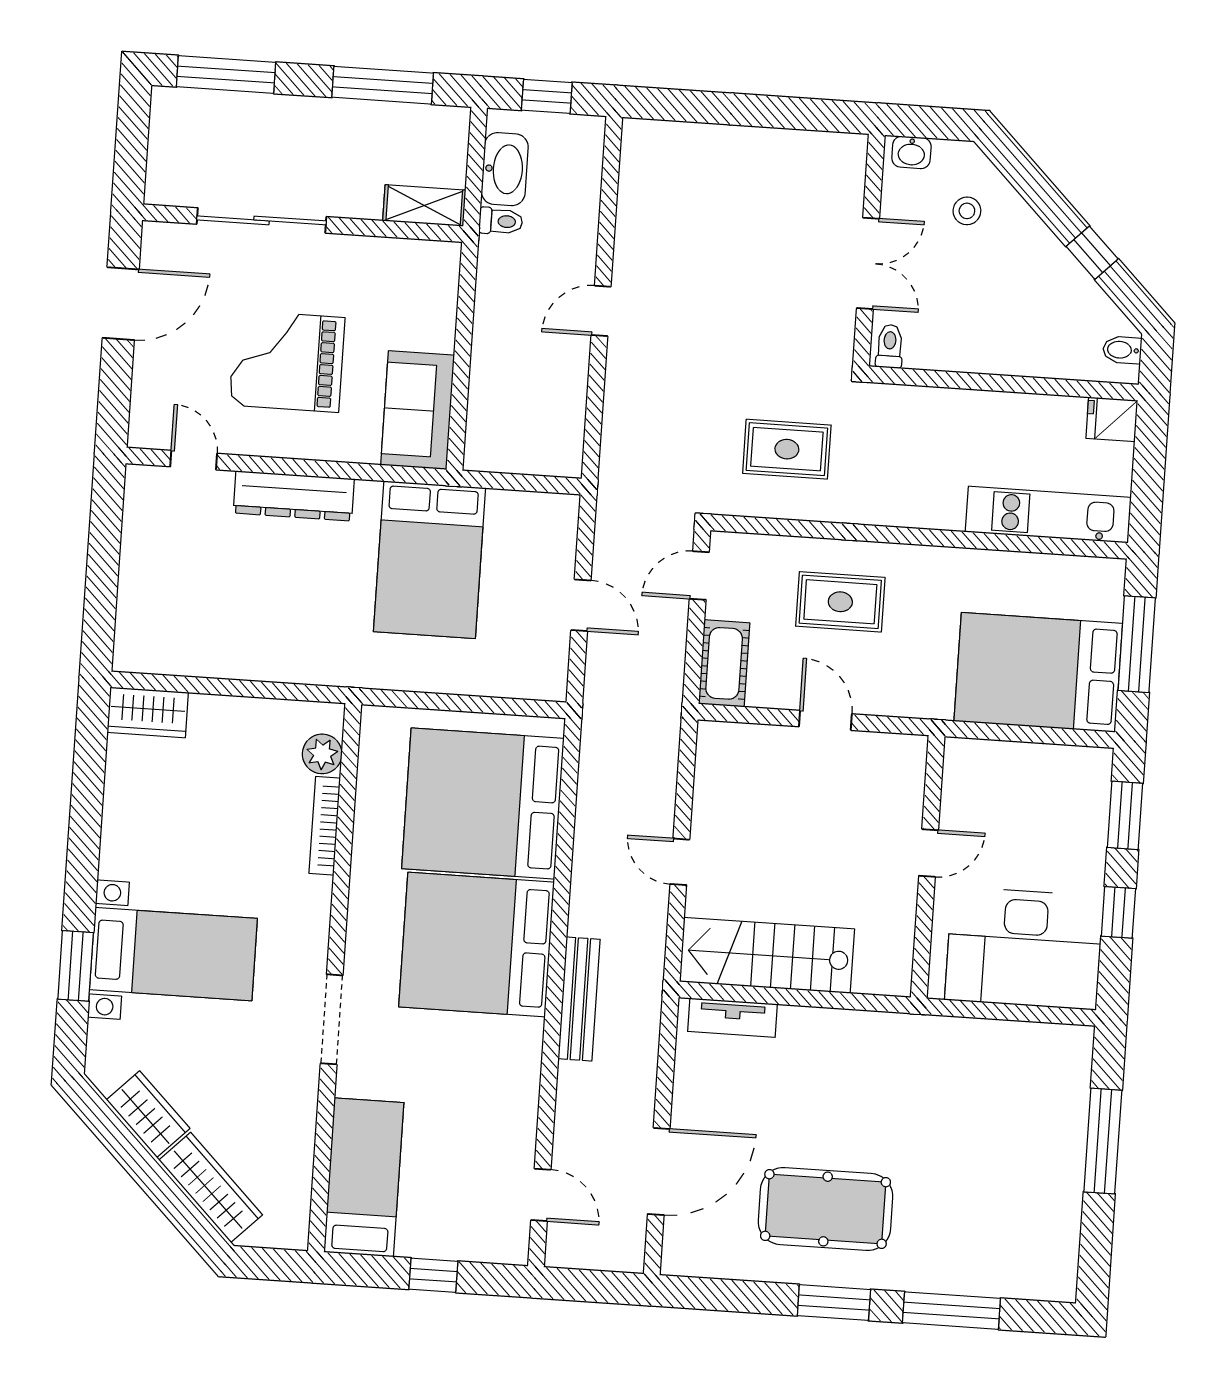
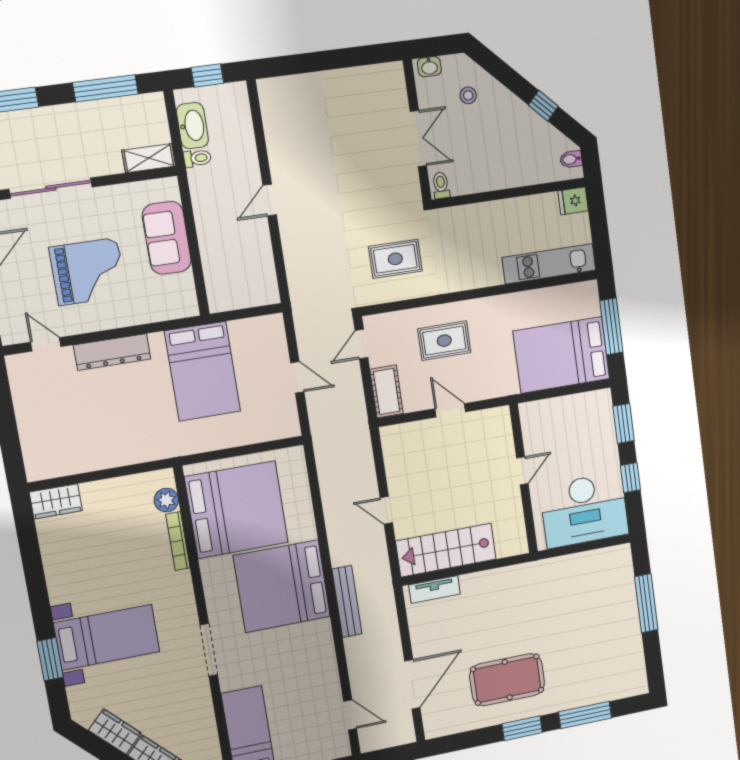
grand piano: (287, 361) -> (88, 272), turned 180
sofa: (418, 410) -> (167, 238), moved
bed: (483, 803) -> (236, 510), moved, turned 180

